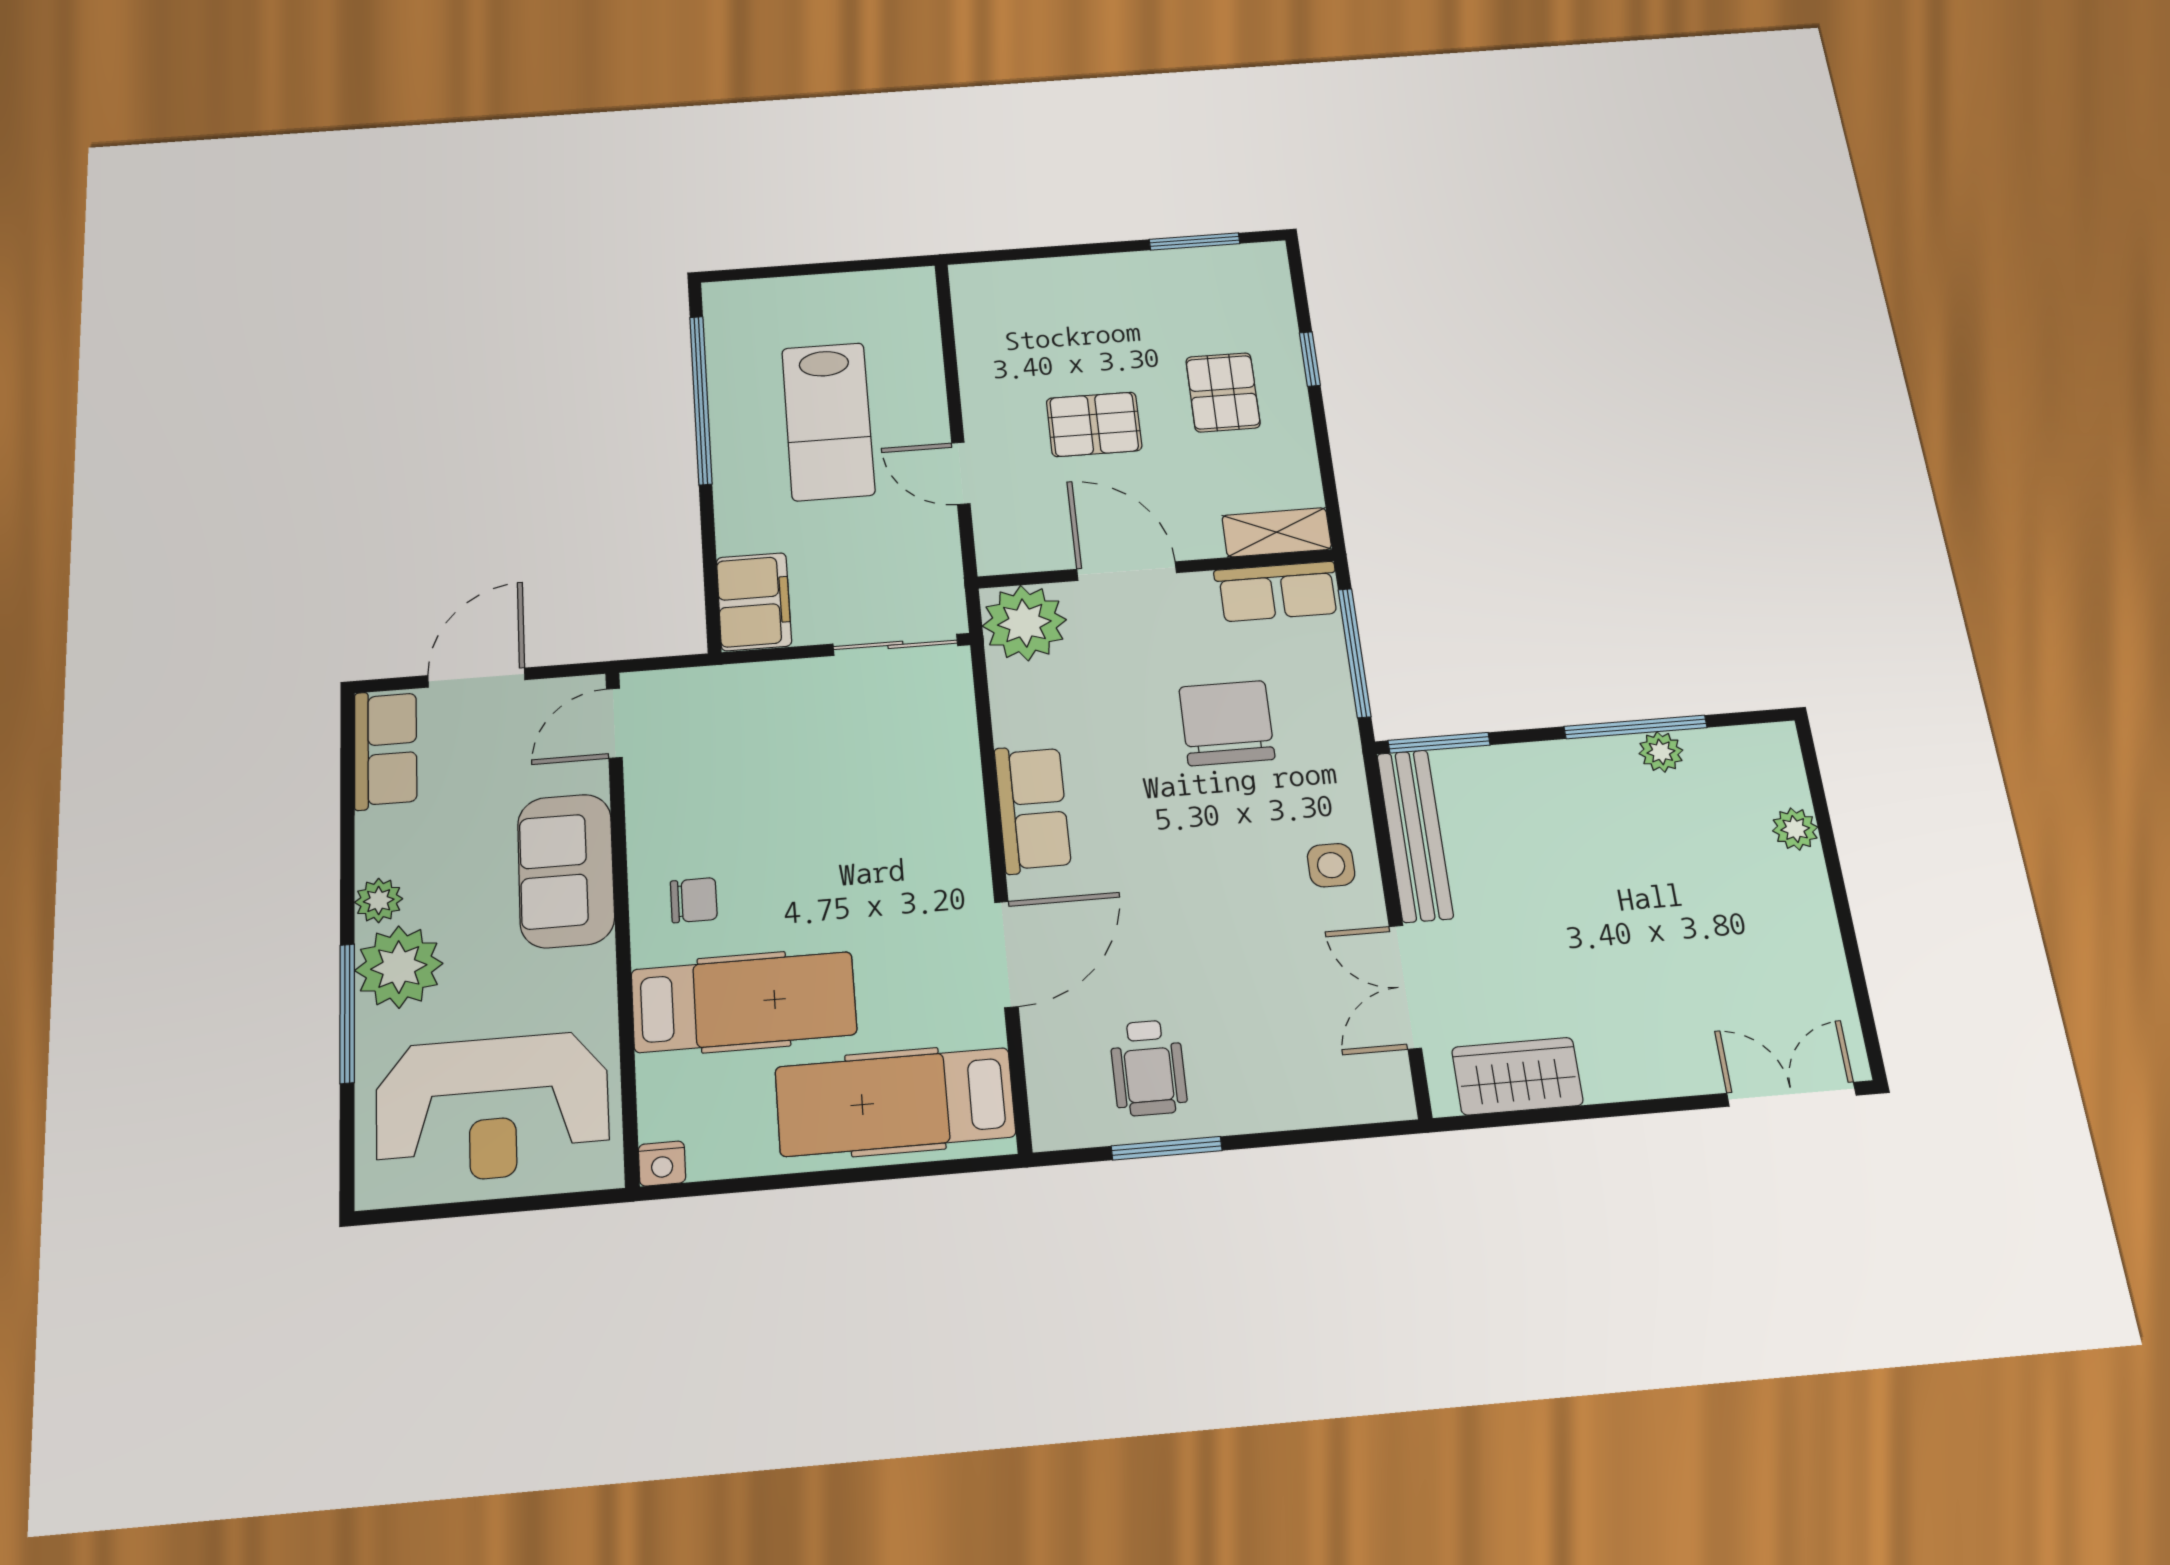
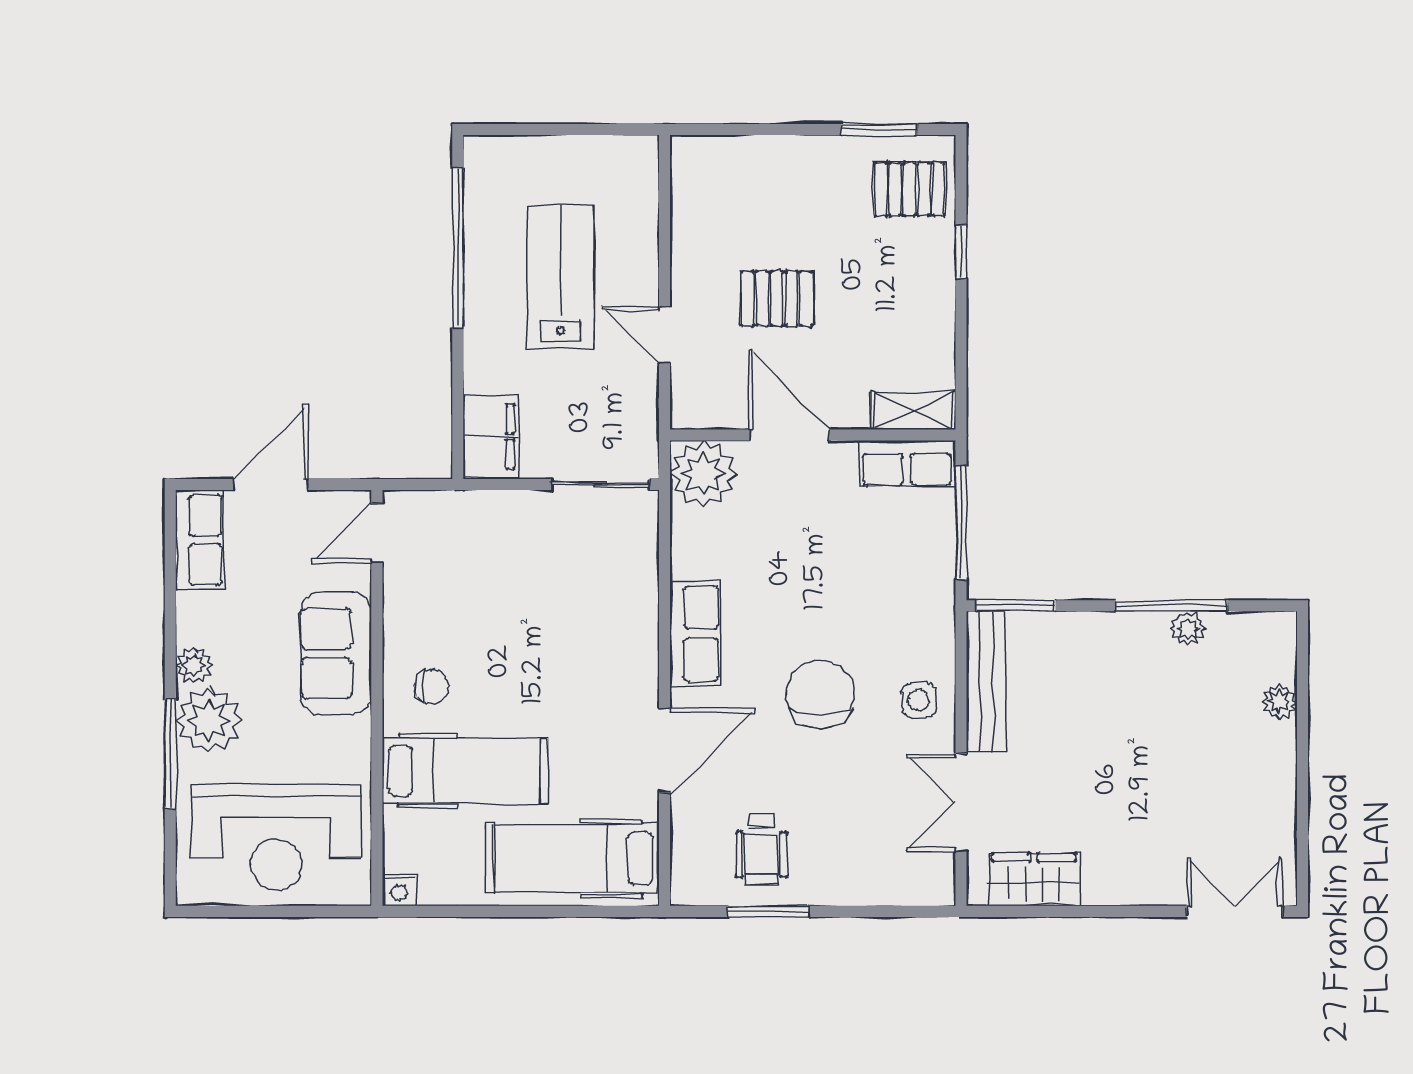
pallet: (1223, 392) -> (909, 189), moved, turned 90
lab bench: (828, 421) -> (560, 277), turned 180
chair: (1227, 723) -> (820, 694), moved

